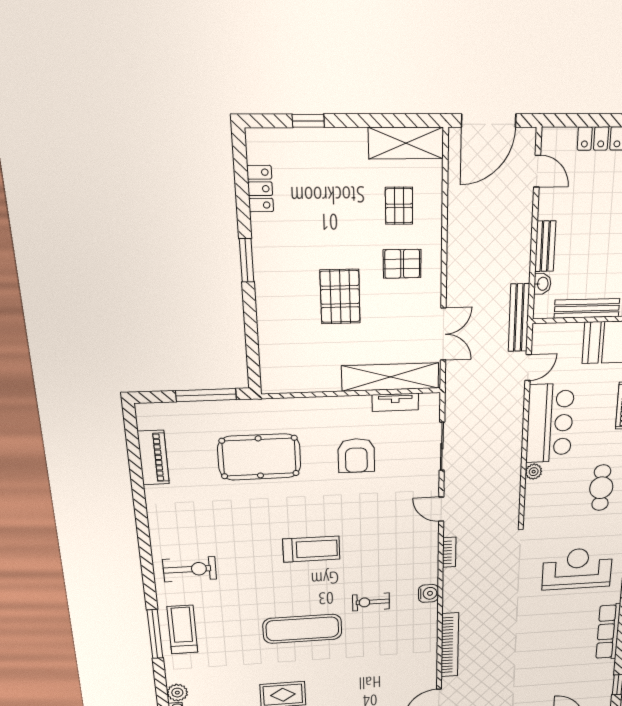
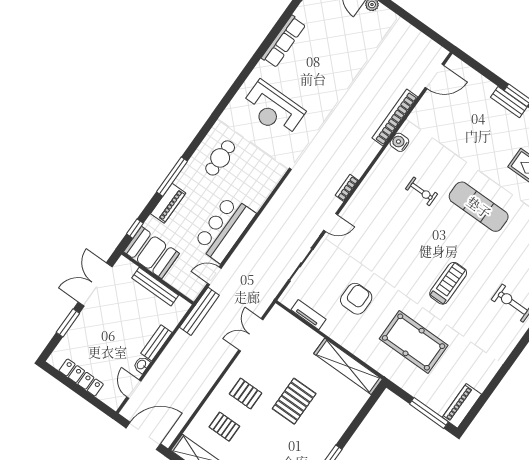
pallet: (399, 206) -> (224, 427), turned 90
washbasin: (542, 284) -> (142, 365), moved
shelving: (390, 377) -> (348, 366), moved
window: (206, 395) -> (429, 413), moved
piano: (153, 458) -> (462, 406), moved
plant: (534, 472) -> (256, 203), removed
door: (441, 509) -> (331, 222), hinge flipped
treadmill: (311, 549) -> (448, 283), moved, turned 90
water cooler: (428, 593) -> (399, 142), moved

